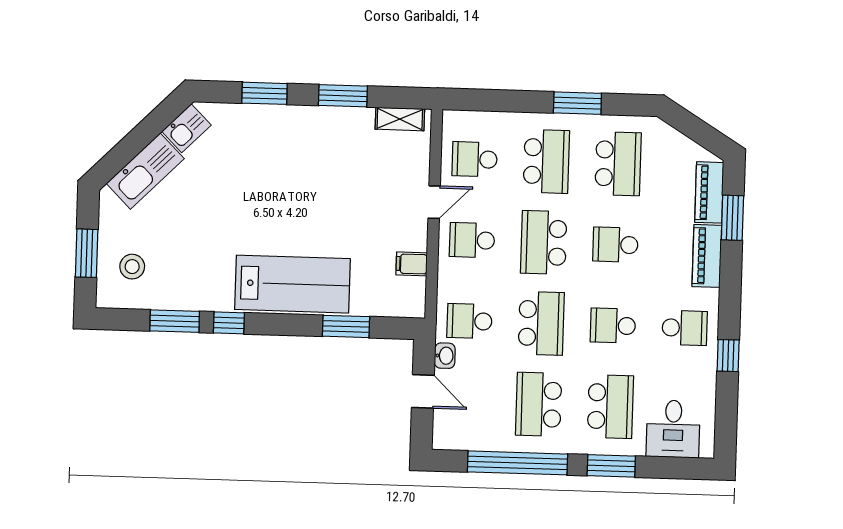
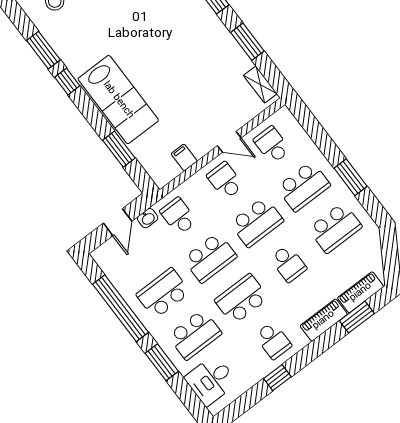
school desk: (544, 242) -> (257, 222), turned 180
school desk: (615, 245) -> (288, 263), turned 180
school desk: (613, 326) -> (242, 299), width x1.85

